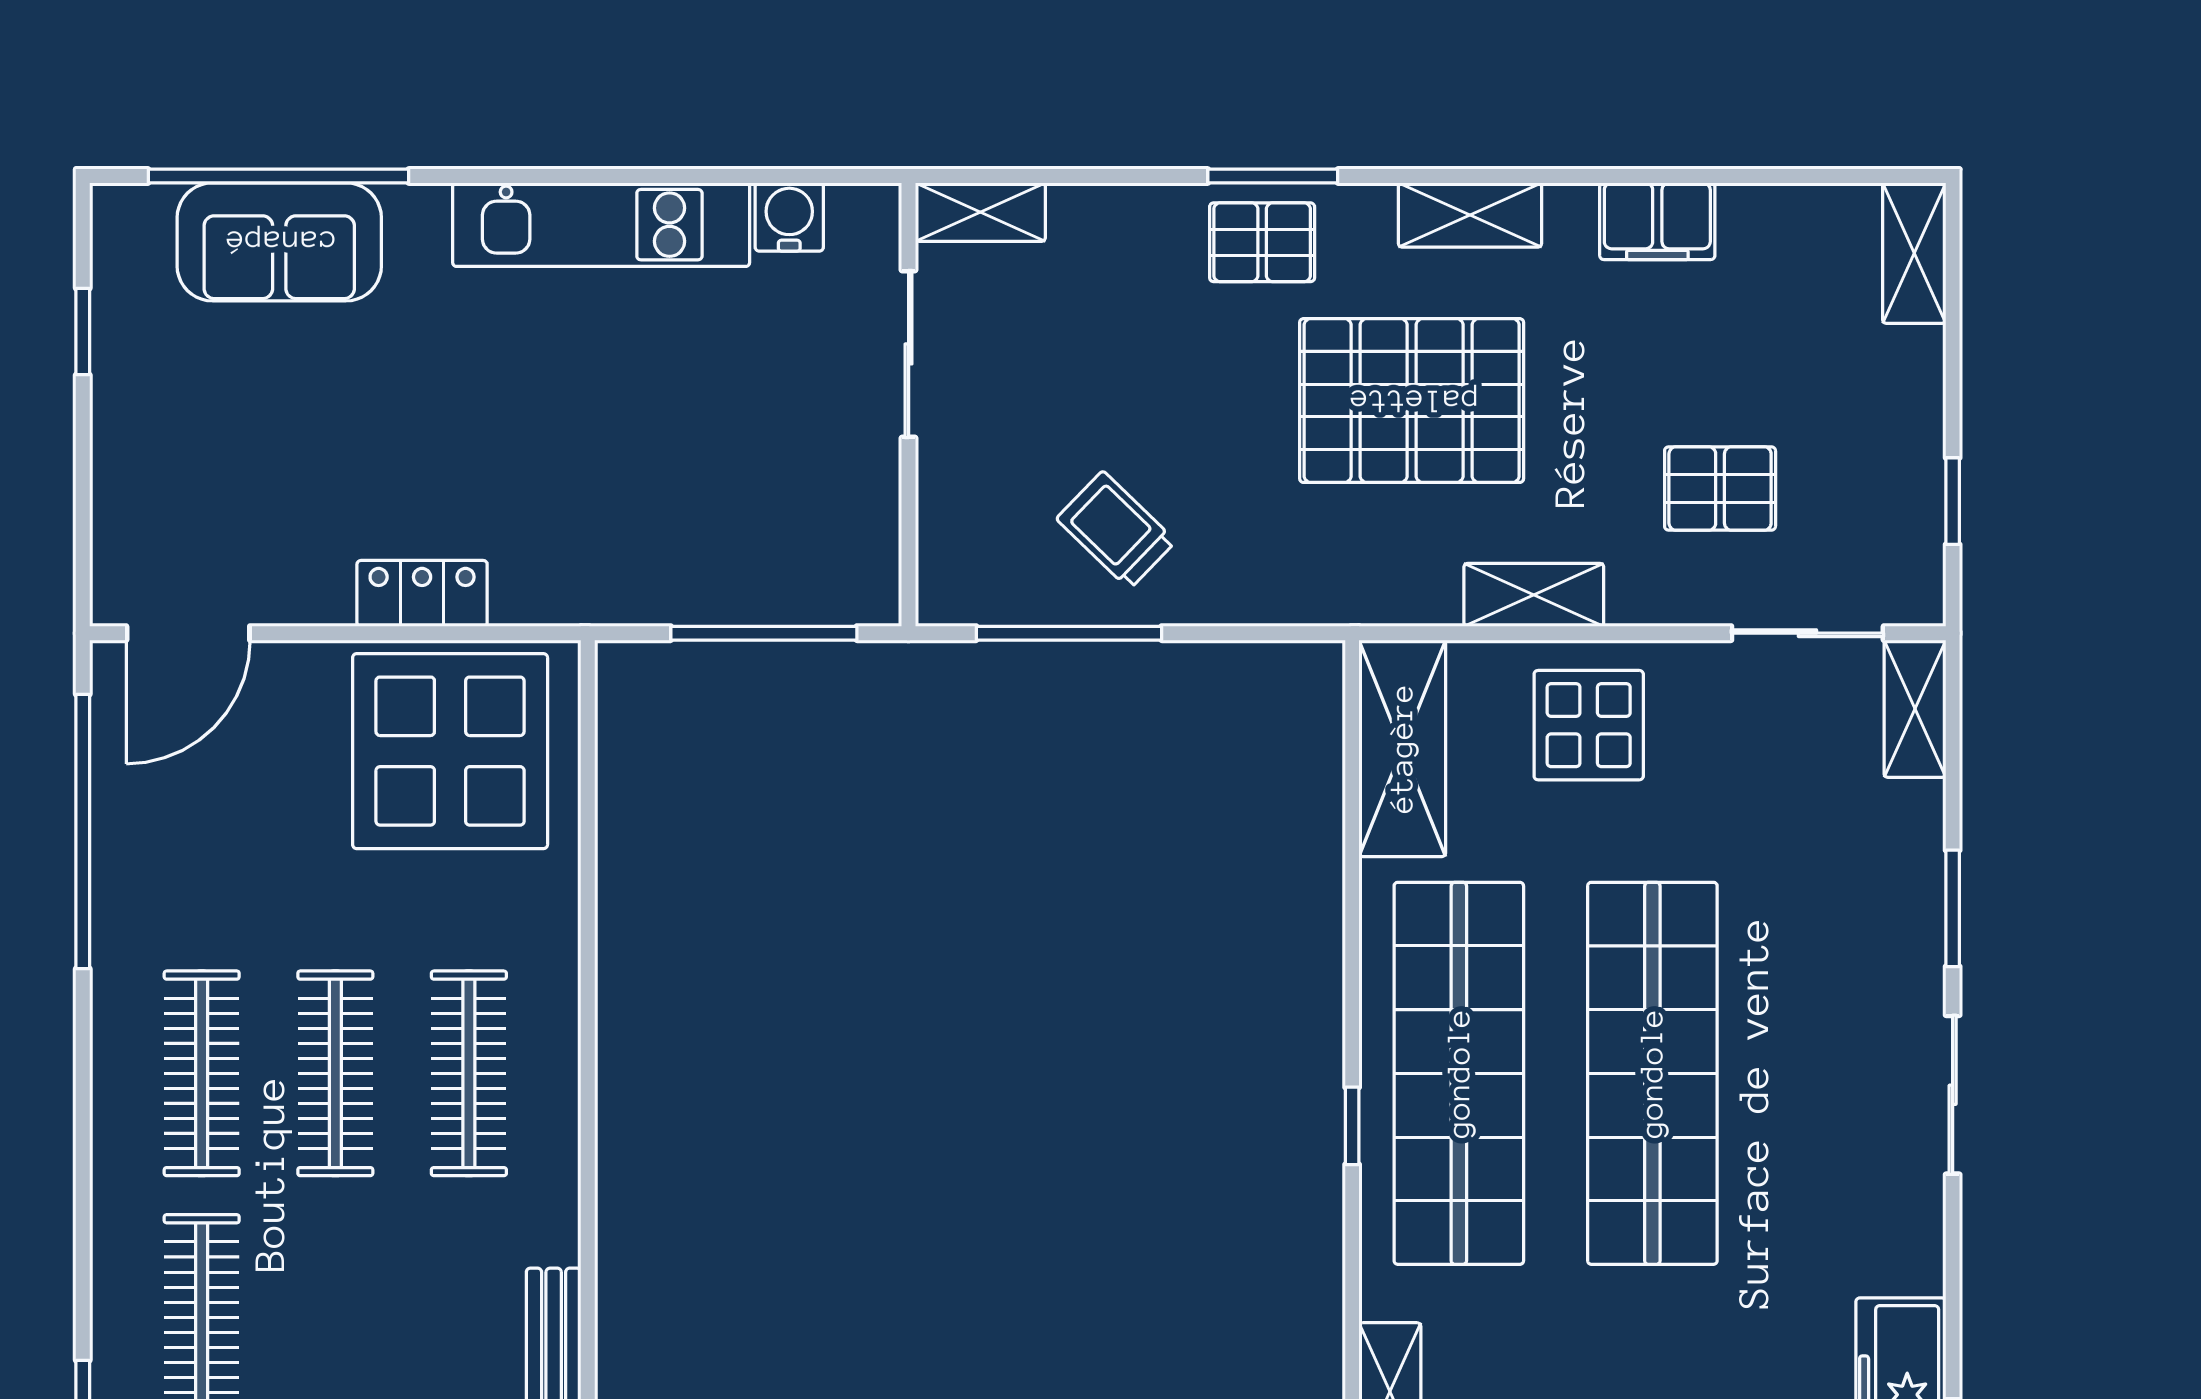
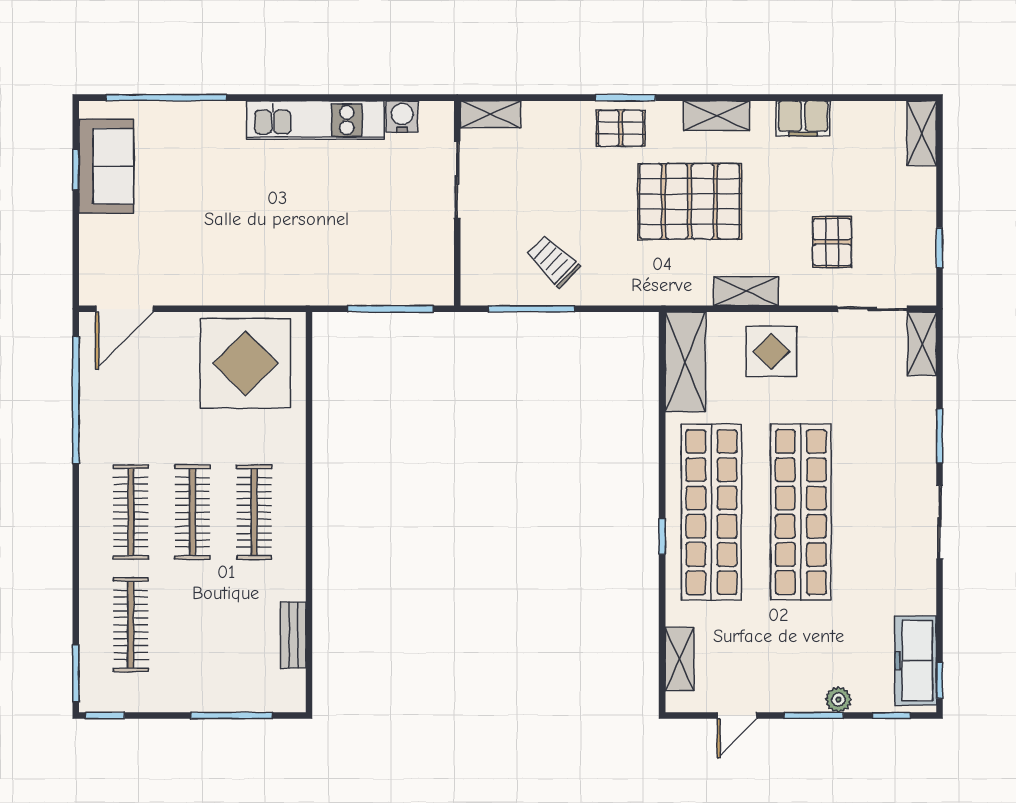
sofa: (279, 242) -> (106, 166), moved, turned -90
pallet: (1720, 488) -> (832, 242), turned 90
locker: (422, 593) -> (233, 290), removed

